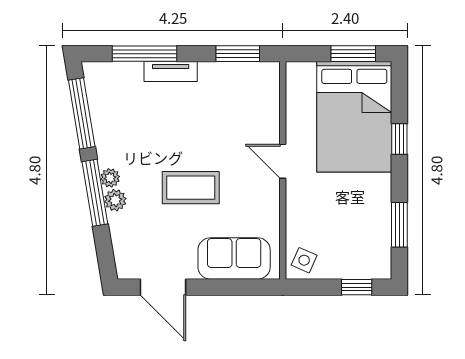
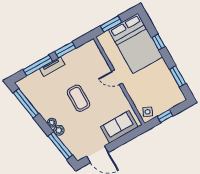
window: (238, 54) -> (65, 50), moved
window: (353, 54) -> (111, 24), moved
coffee table: (191, 188) -> (78, 98), moved, turned 90
window: (95, 193) -> (60, 146), moved
window: (357, 287) -> (165, 116), moved

